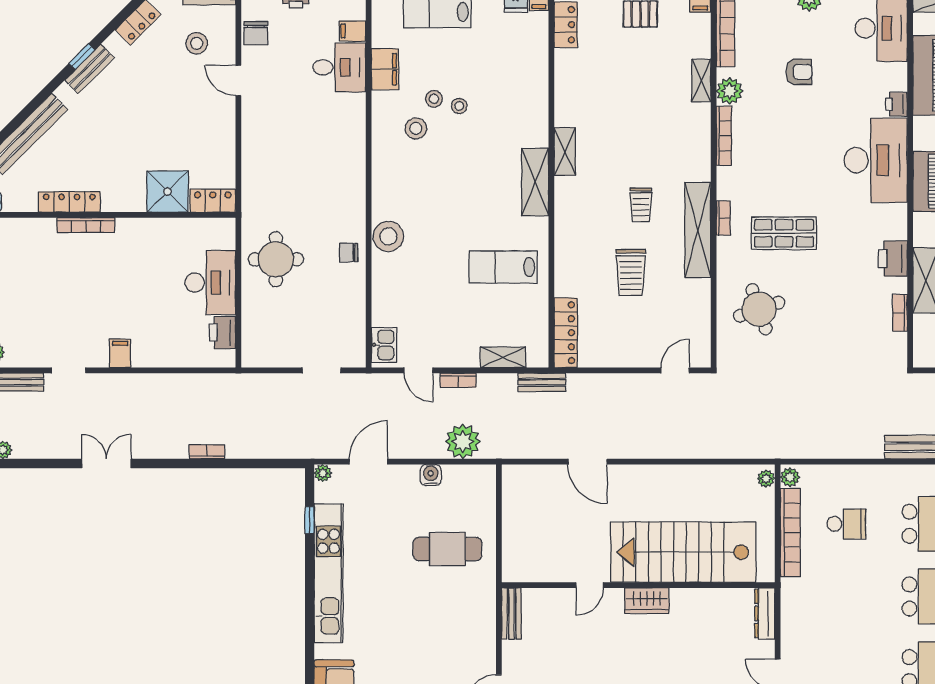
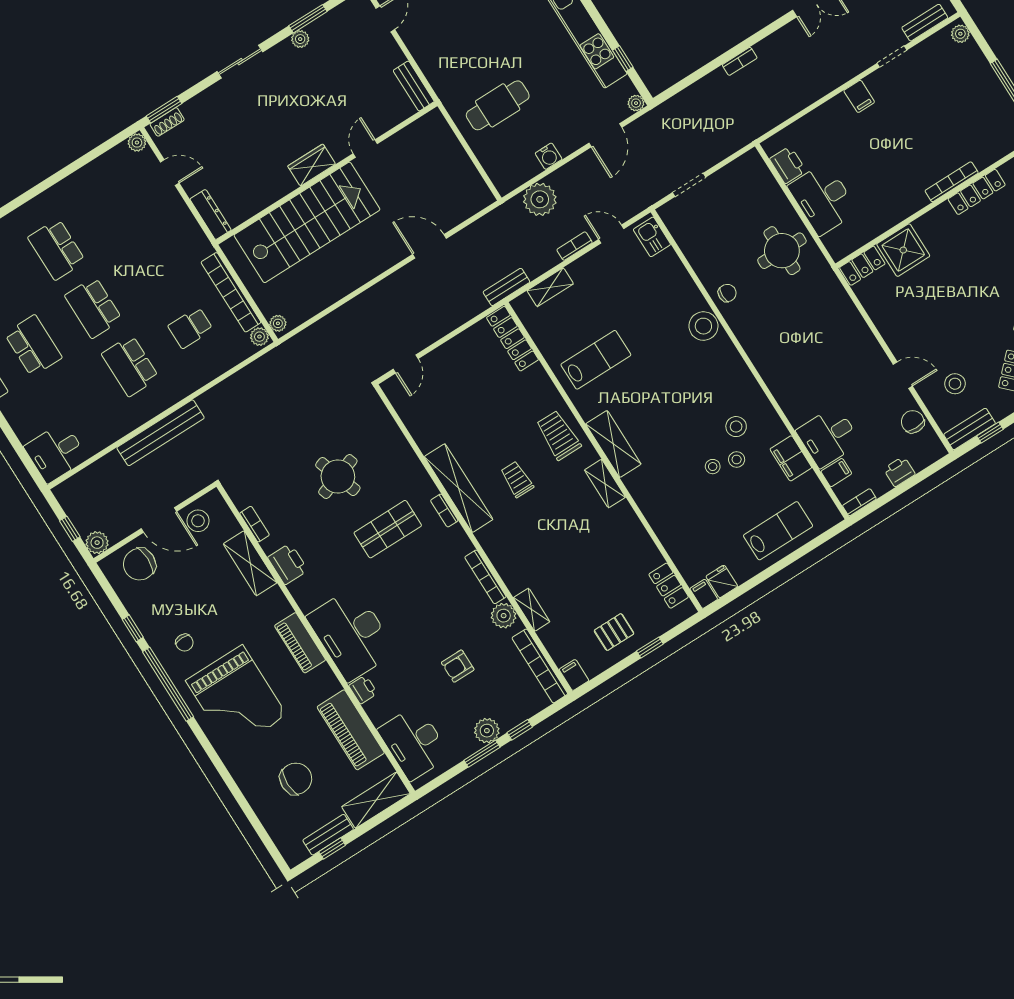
trolley: (631, 272) -> (558, 435), moved
round table: (759, 309) -> (338, 477), moved

